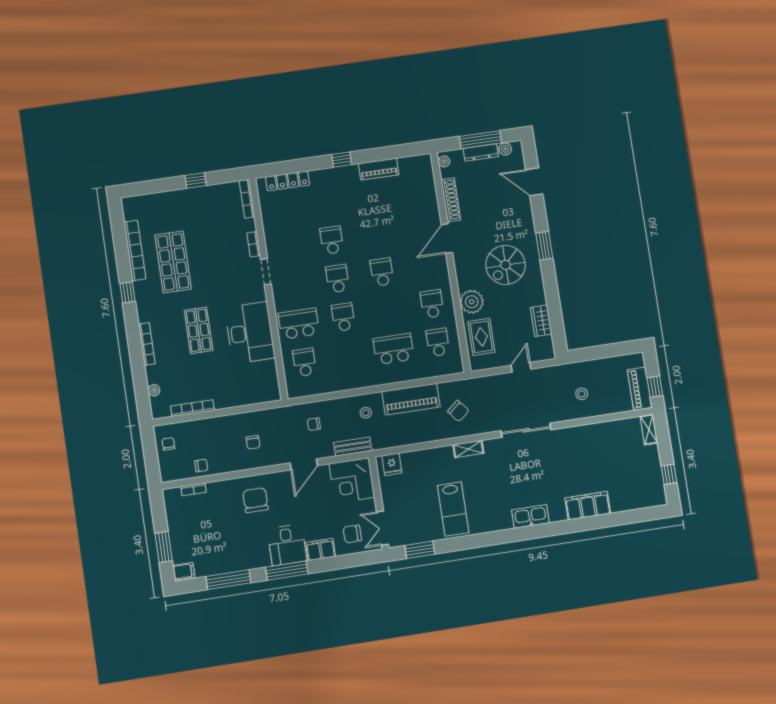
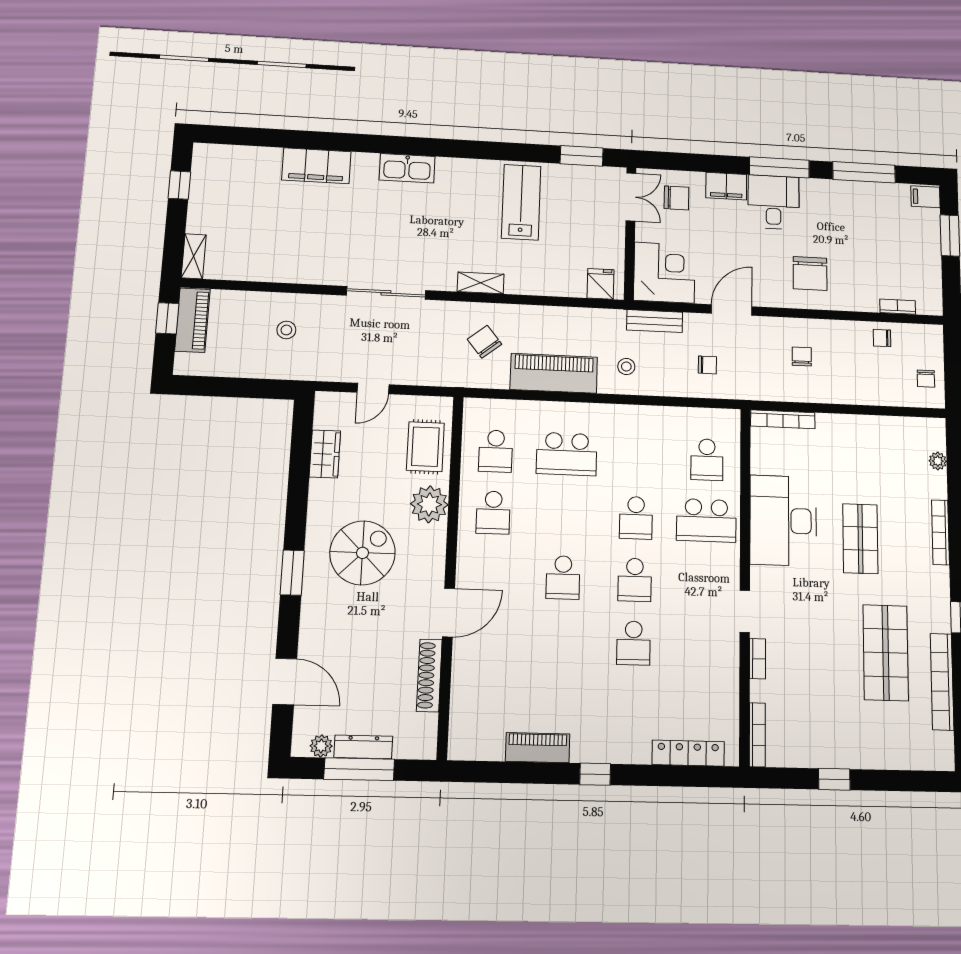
plant: (444, 161) -> (427, 742), removed
bookcase: (192, 408) -> (783, 419), moved

